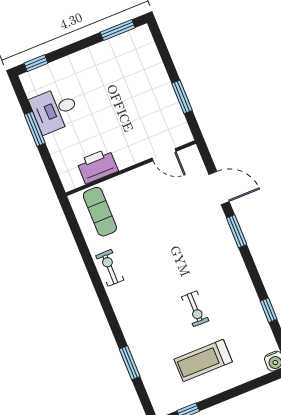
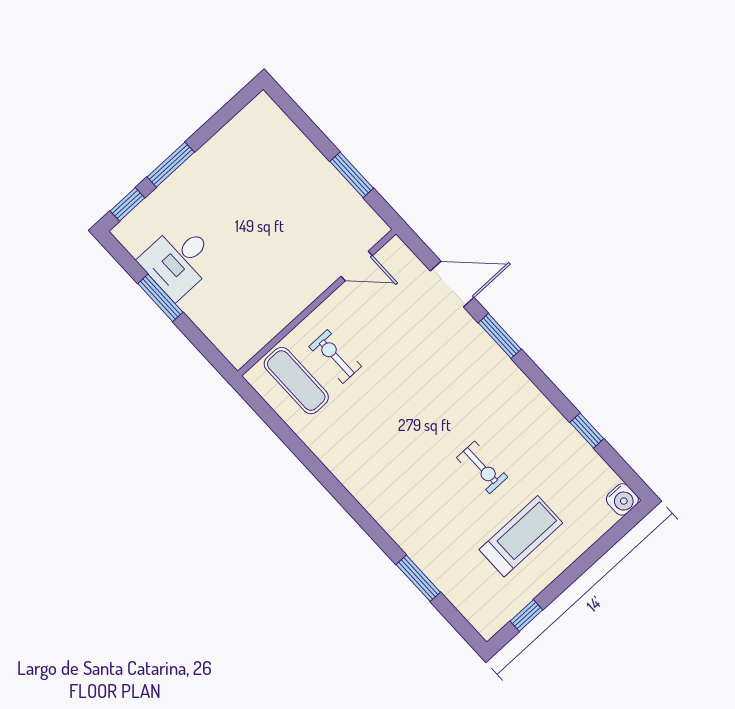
window: (118, 30) -> (171, 165), moved
printer: (97, 166) -> (268, 317), removed
exercise bike: (110, 268) -> (335, 356), moved
treadmill: (203, 360) -> (521, 536), turned 180

